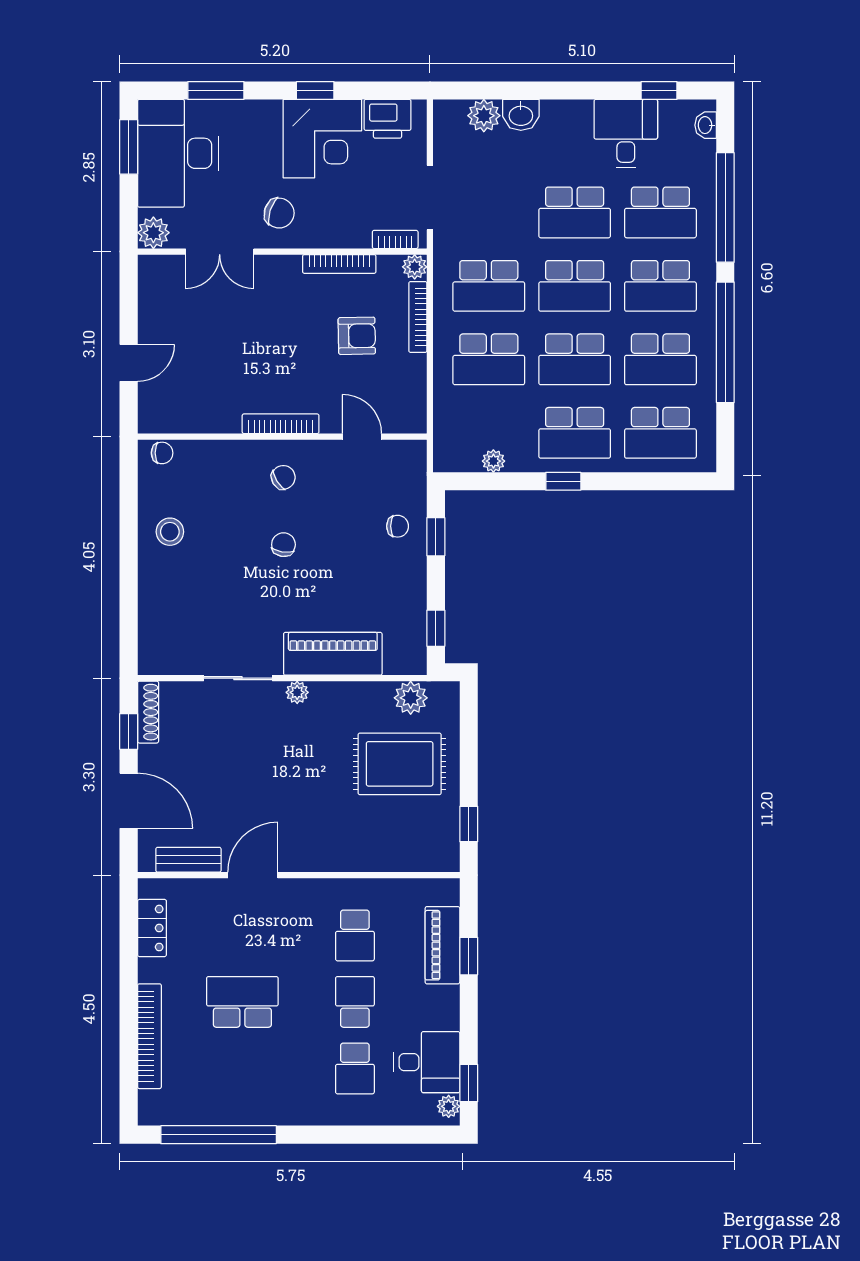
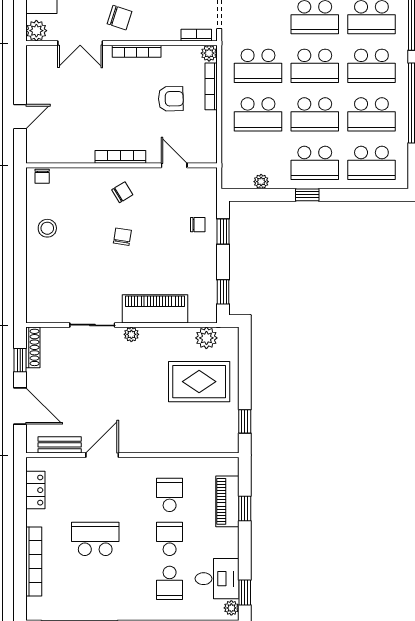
bookcase: (339, 264) -> (137, 51), moved
chair: (162, 453) -> (42, 176), turned 90
school desk: (355, 935) -> (170, 495), turned 180

